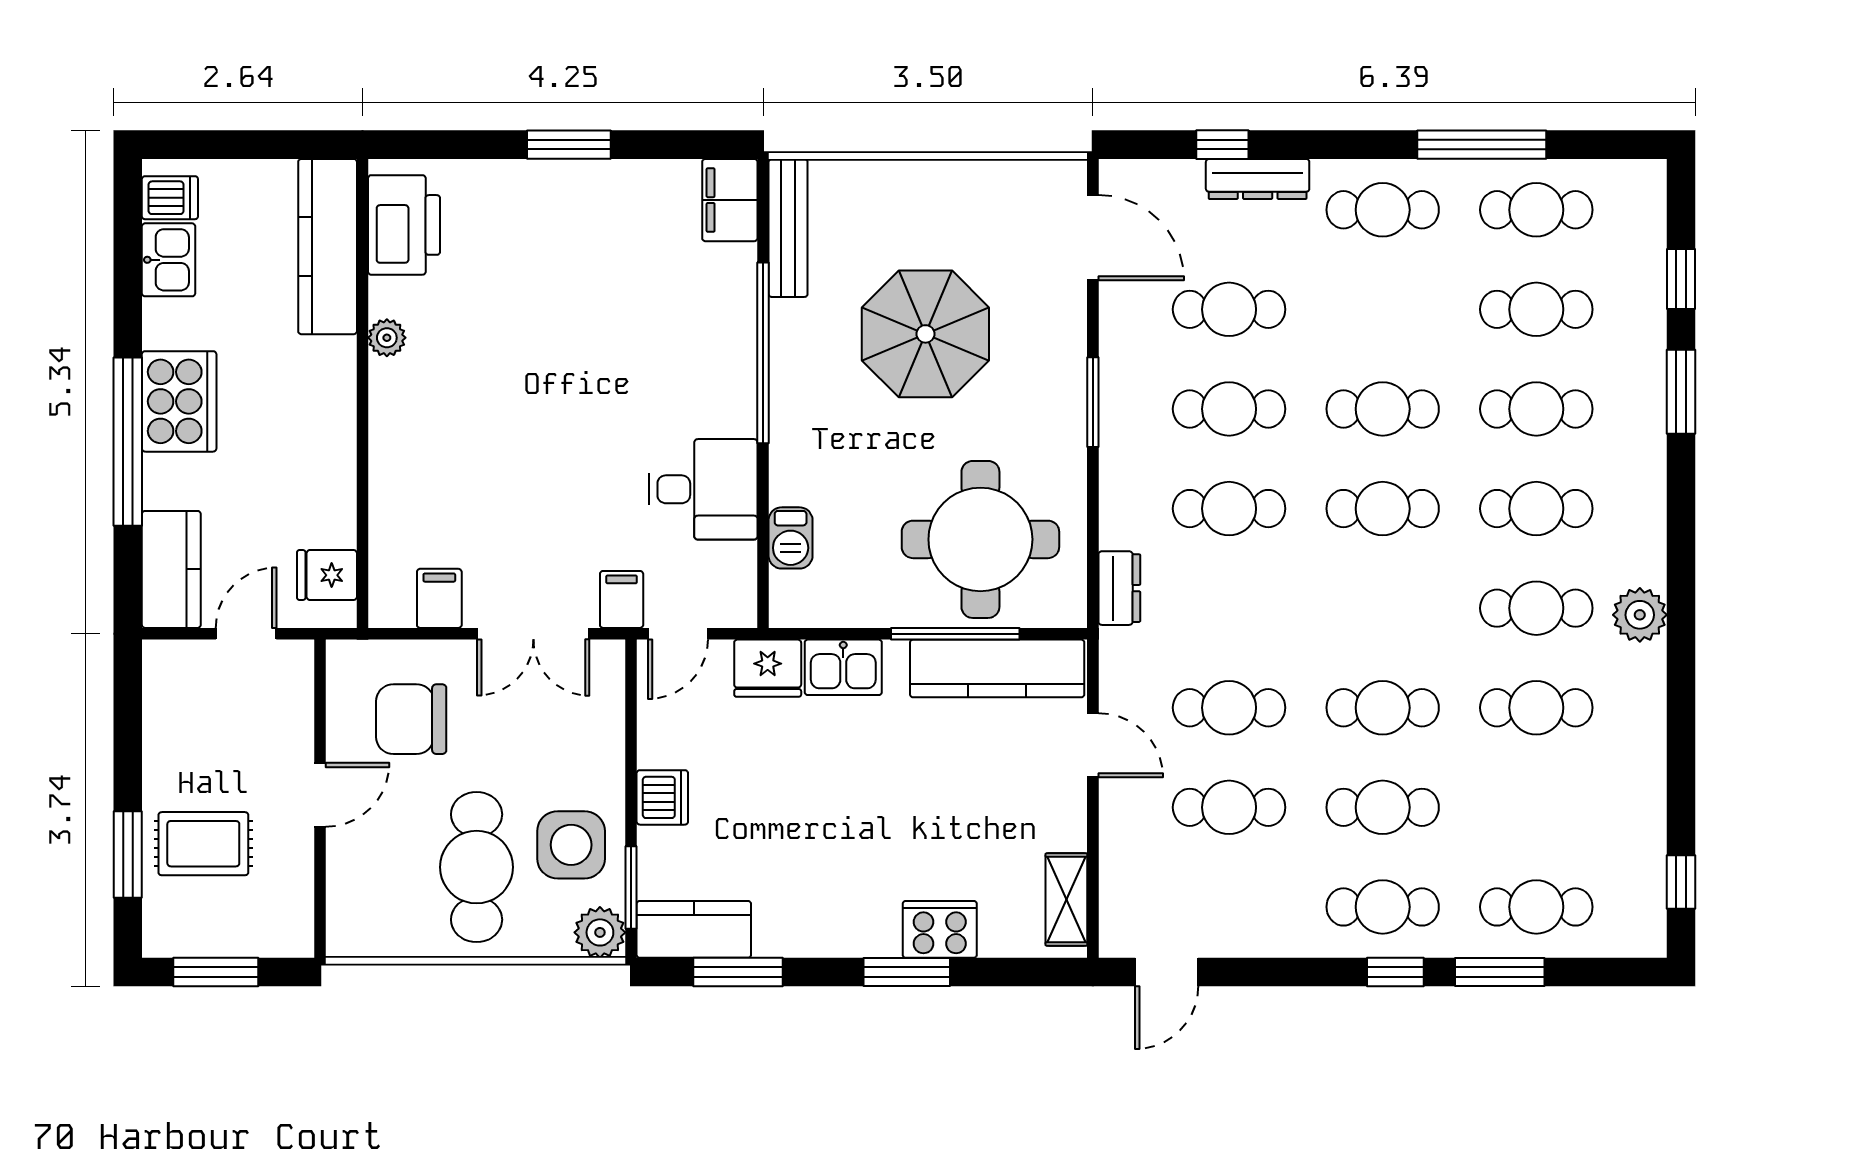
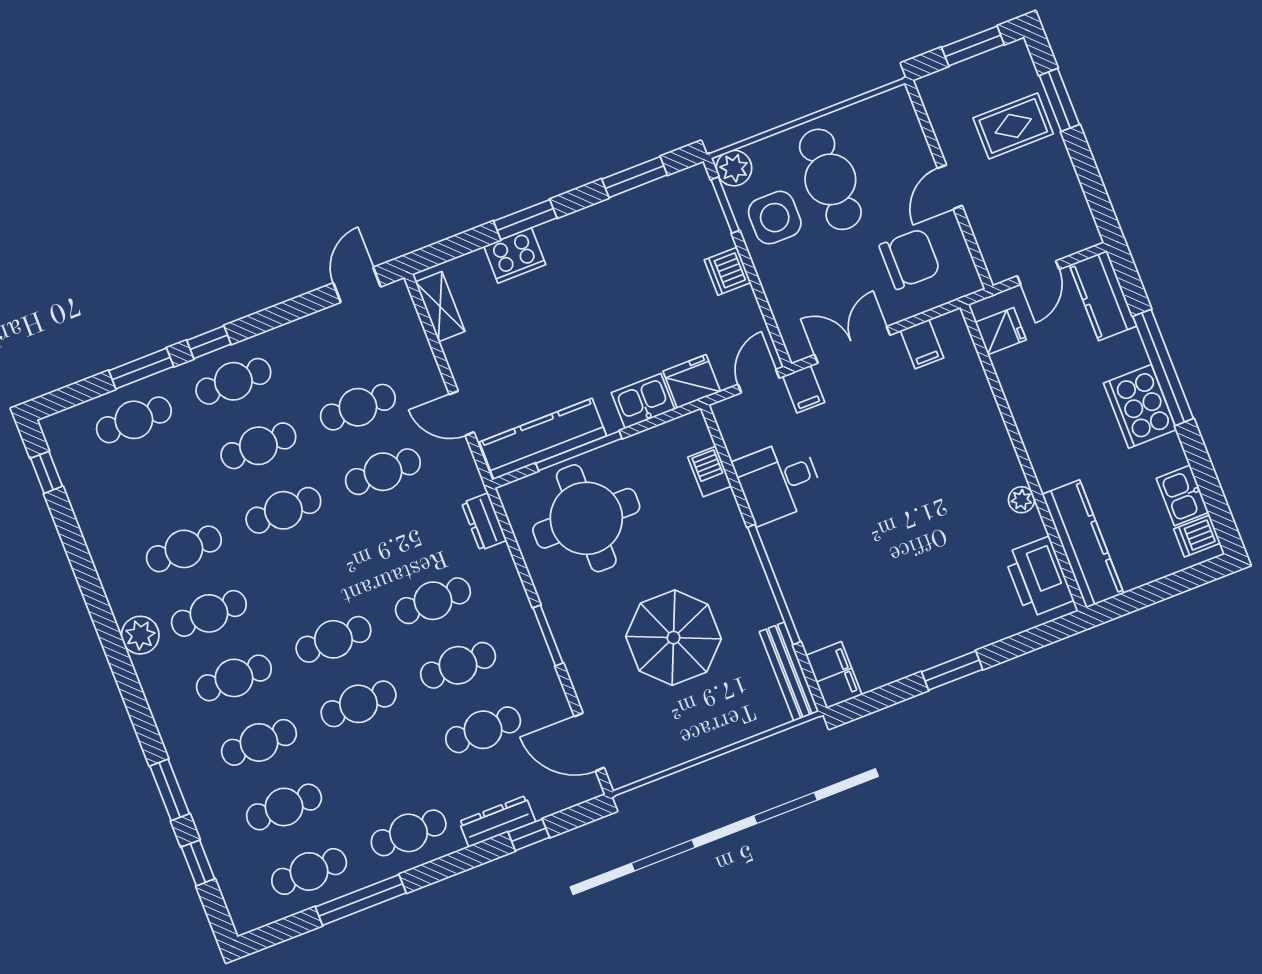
kitchen counter: (694, 929) -> (674, 194), removed

